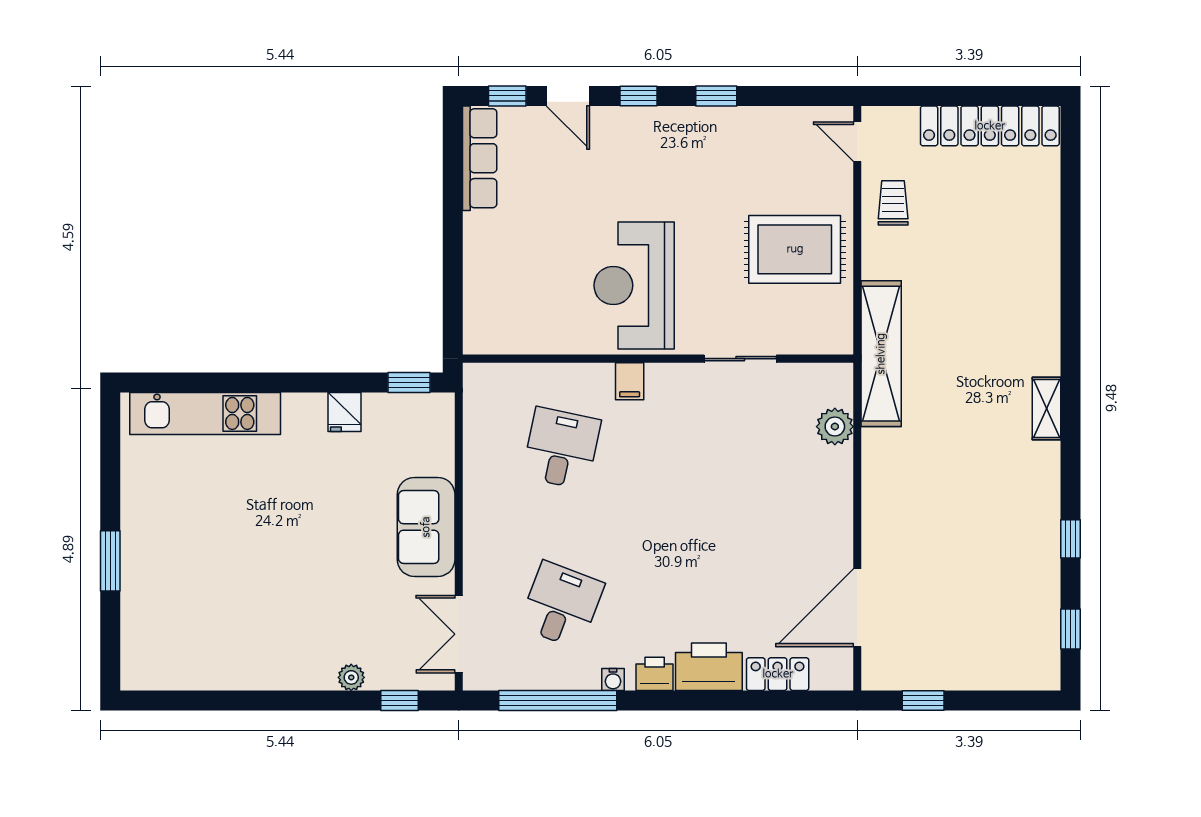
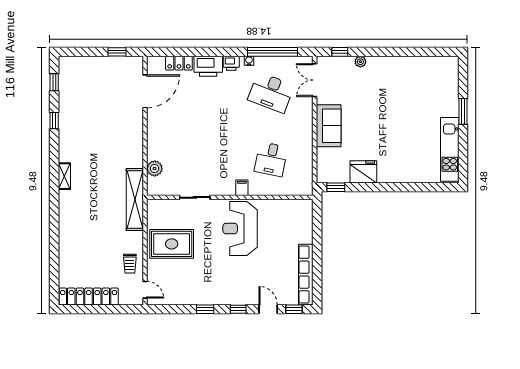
row of seats: (480, 158) -> (306, 275), width x1.36
reception desk: (634, 285) -> (240, 229), turned 180
fridge: (344, 412) -> (363, 172), width x1.88, depth x1.34
kitchen unit: (205, 413) -> (450, 149), moved, turned -90
desk: (561, 605) -> (271, 93), width x1.37
double door: (459, 634) -> (315, 80), swing flipped

